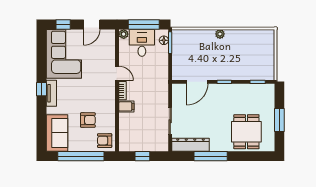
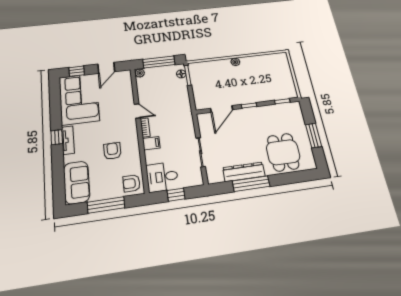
desk: (142, 43) -> (162, 177), moved, turned -90
armchair: (88, 120) -> (112, 151), moved, turned -90
dresser: (190, 145) -> (244, 172), moved
window: (81, 156) -> (106, 205), width x0.68

